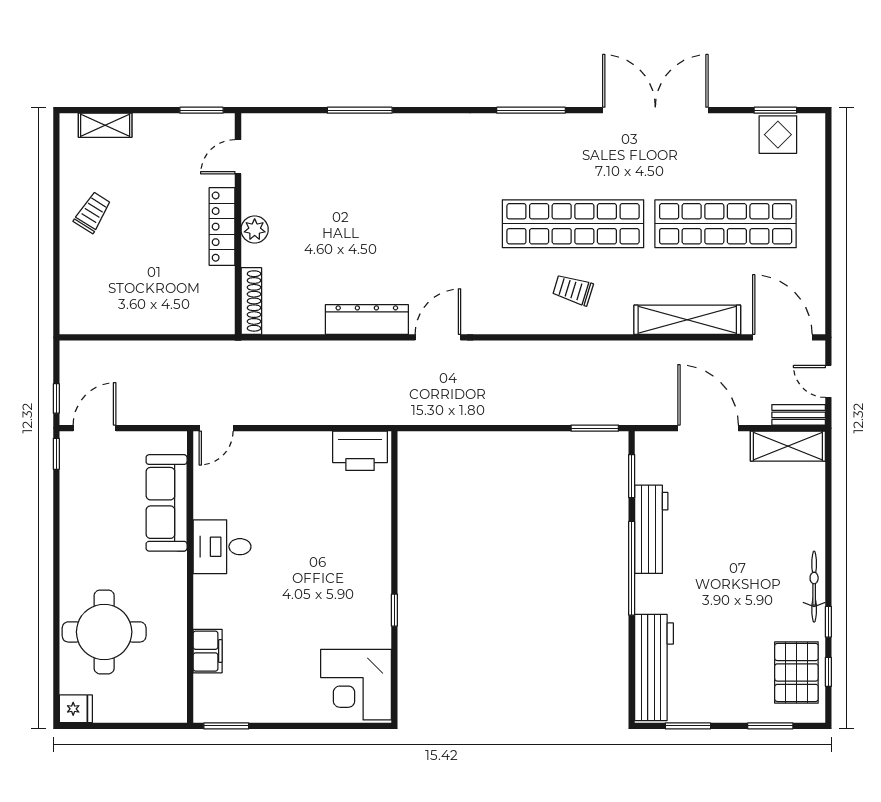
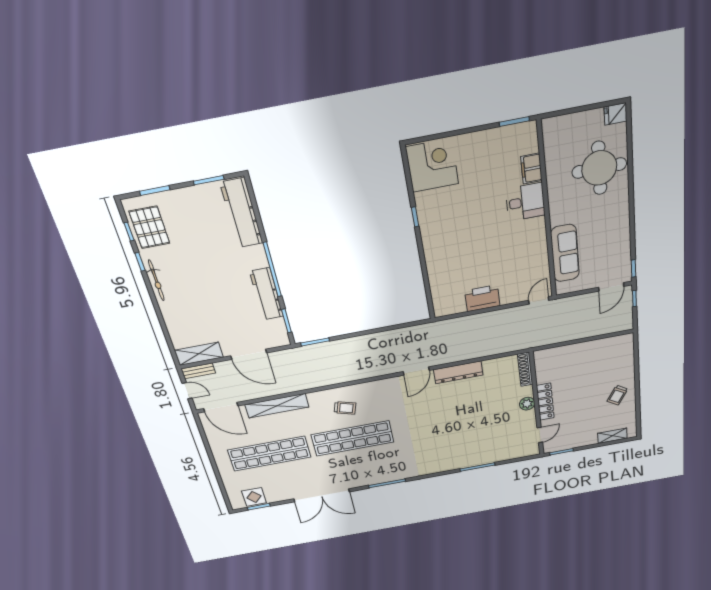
printer: (360, 451) -> (482, 298), moved
desk: (222, 547) -> (525, 202), moved

